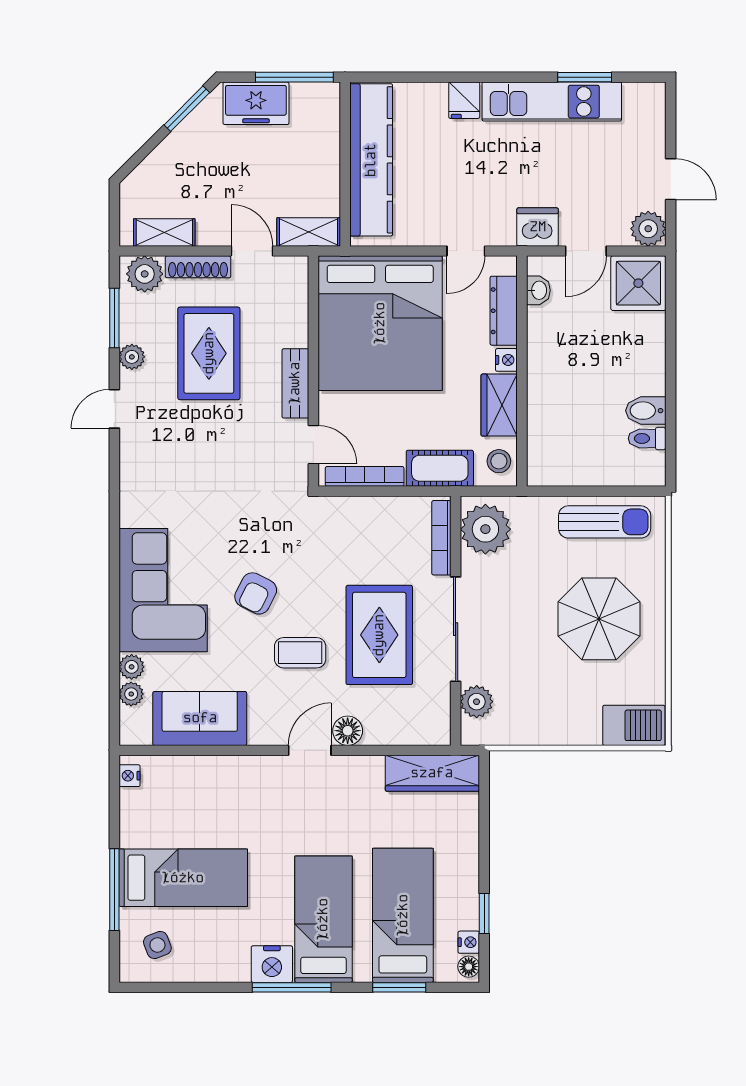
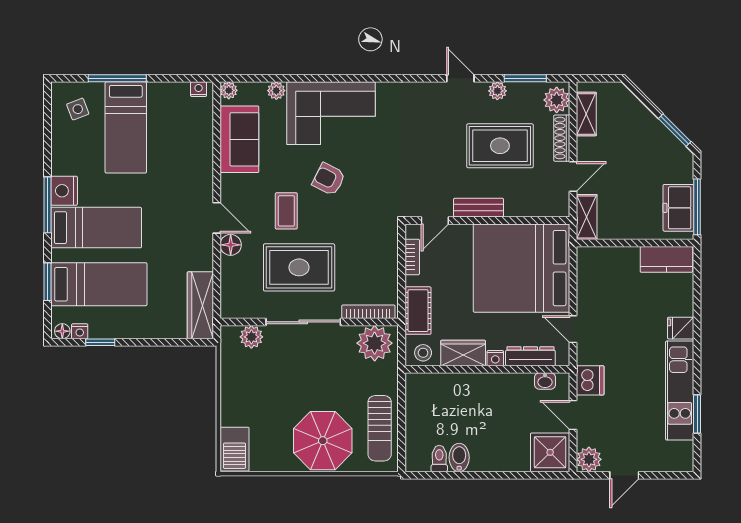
freezer: (256, 103) -> (678, 208), moved
kitchen counter: (371, 160) -> (666, 259), width x0.48, depth x0.86
bookcase: (365, 476) -> (412, 257), width x0.64
parasol: (599, 619) -> (323, 441), moved
plant: (131, 694) -> (229, 90), moved

